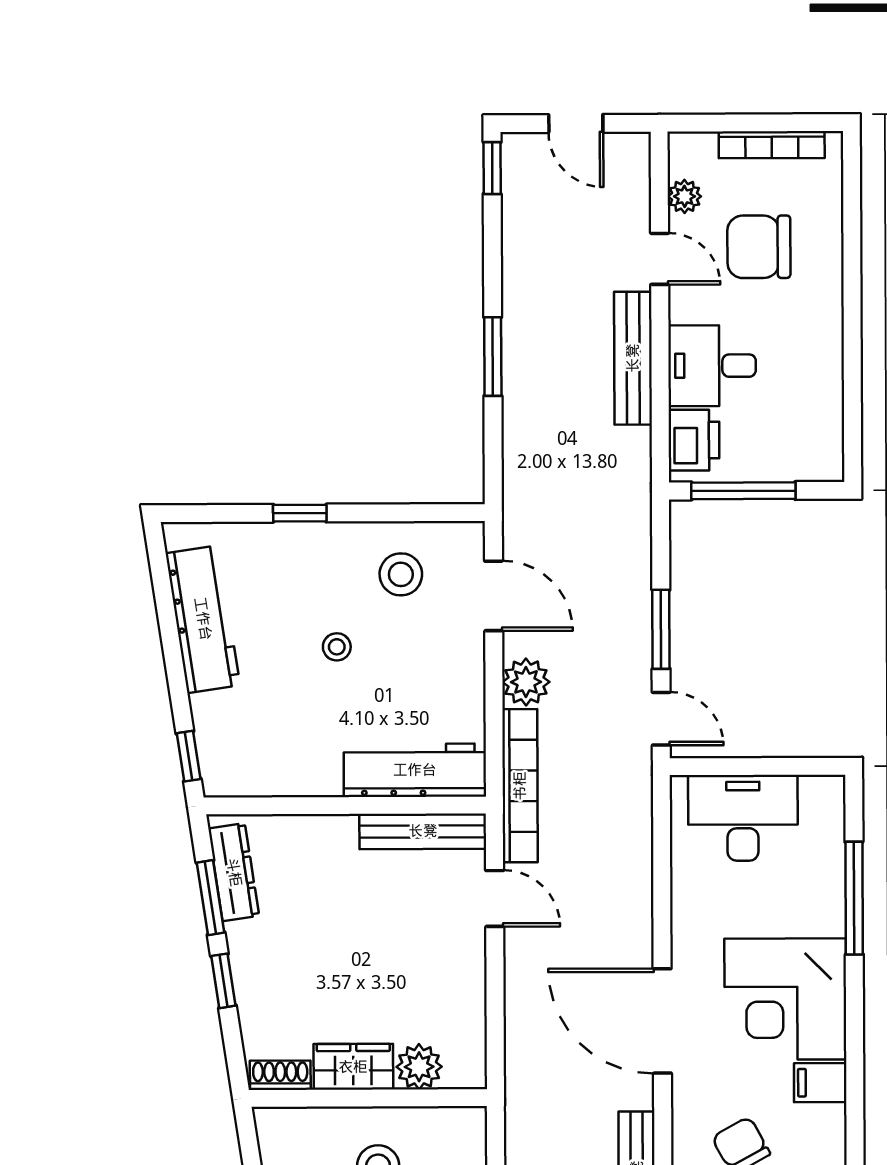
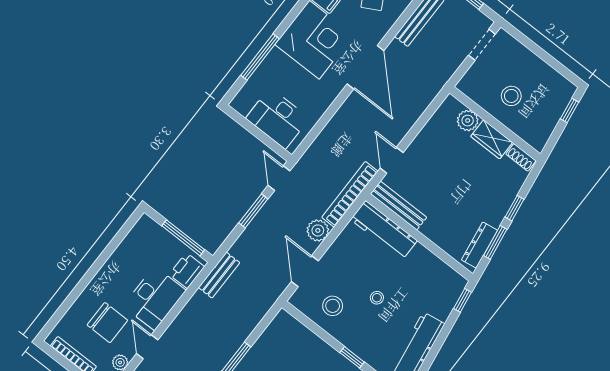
bench: (633, 358) -> (219, 275), moved, width x0.73
desk: (712, 366) -> (154, 298), width x1.37

